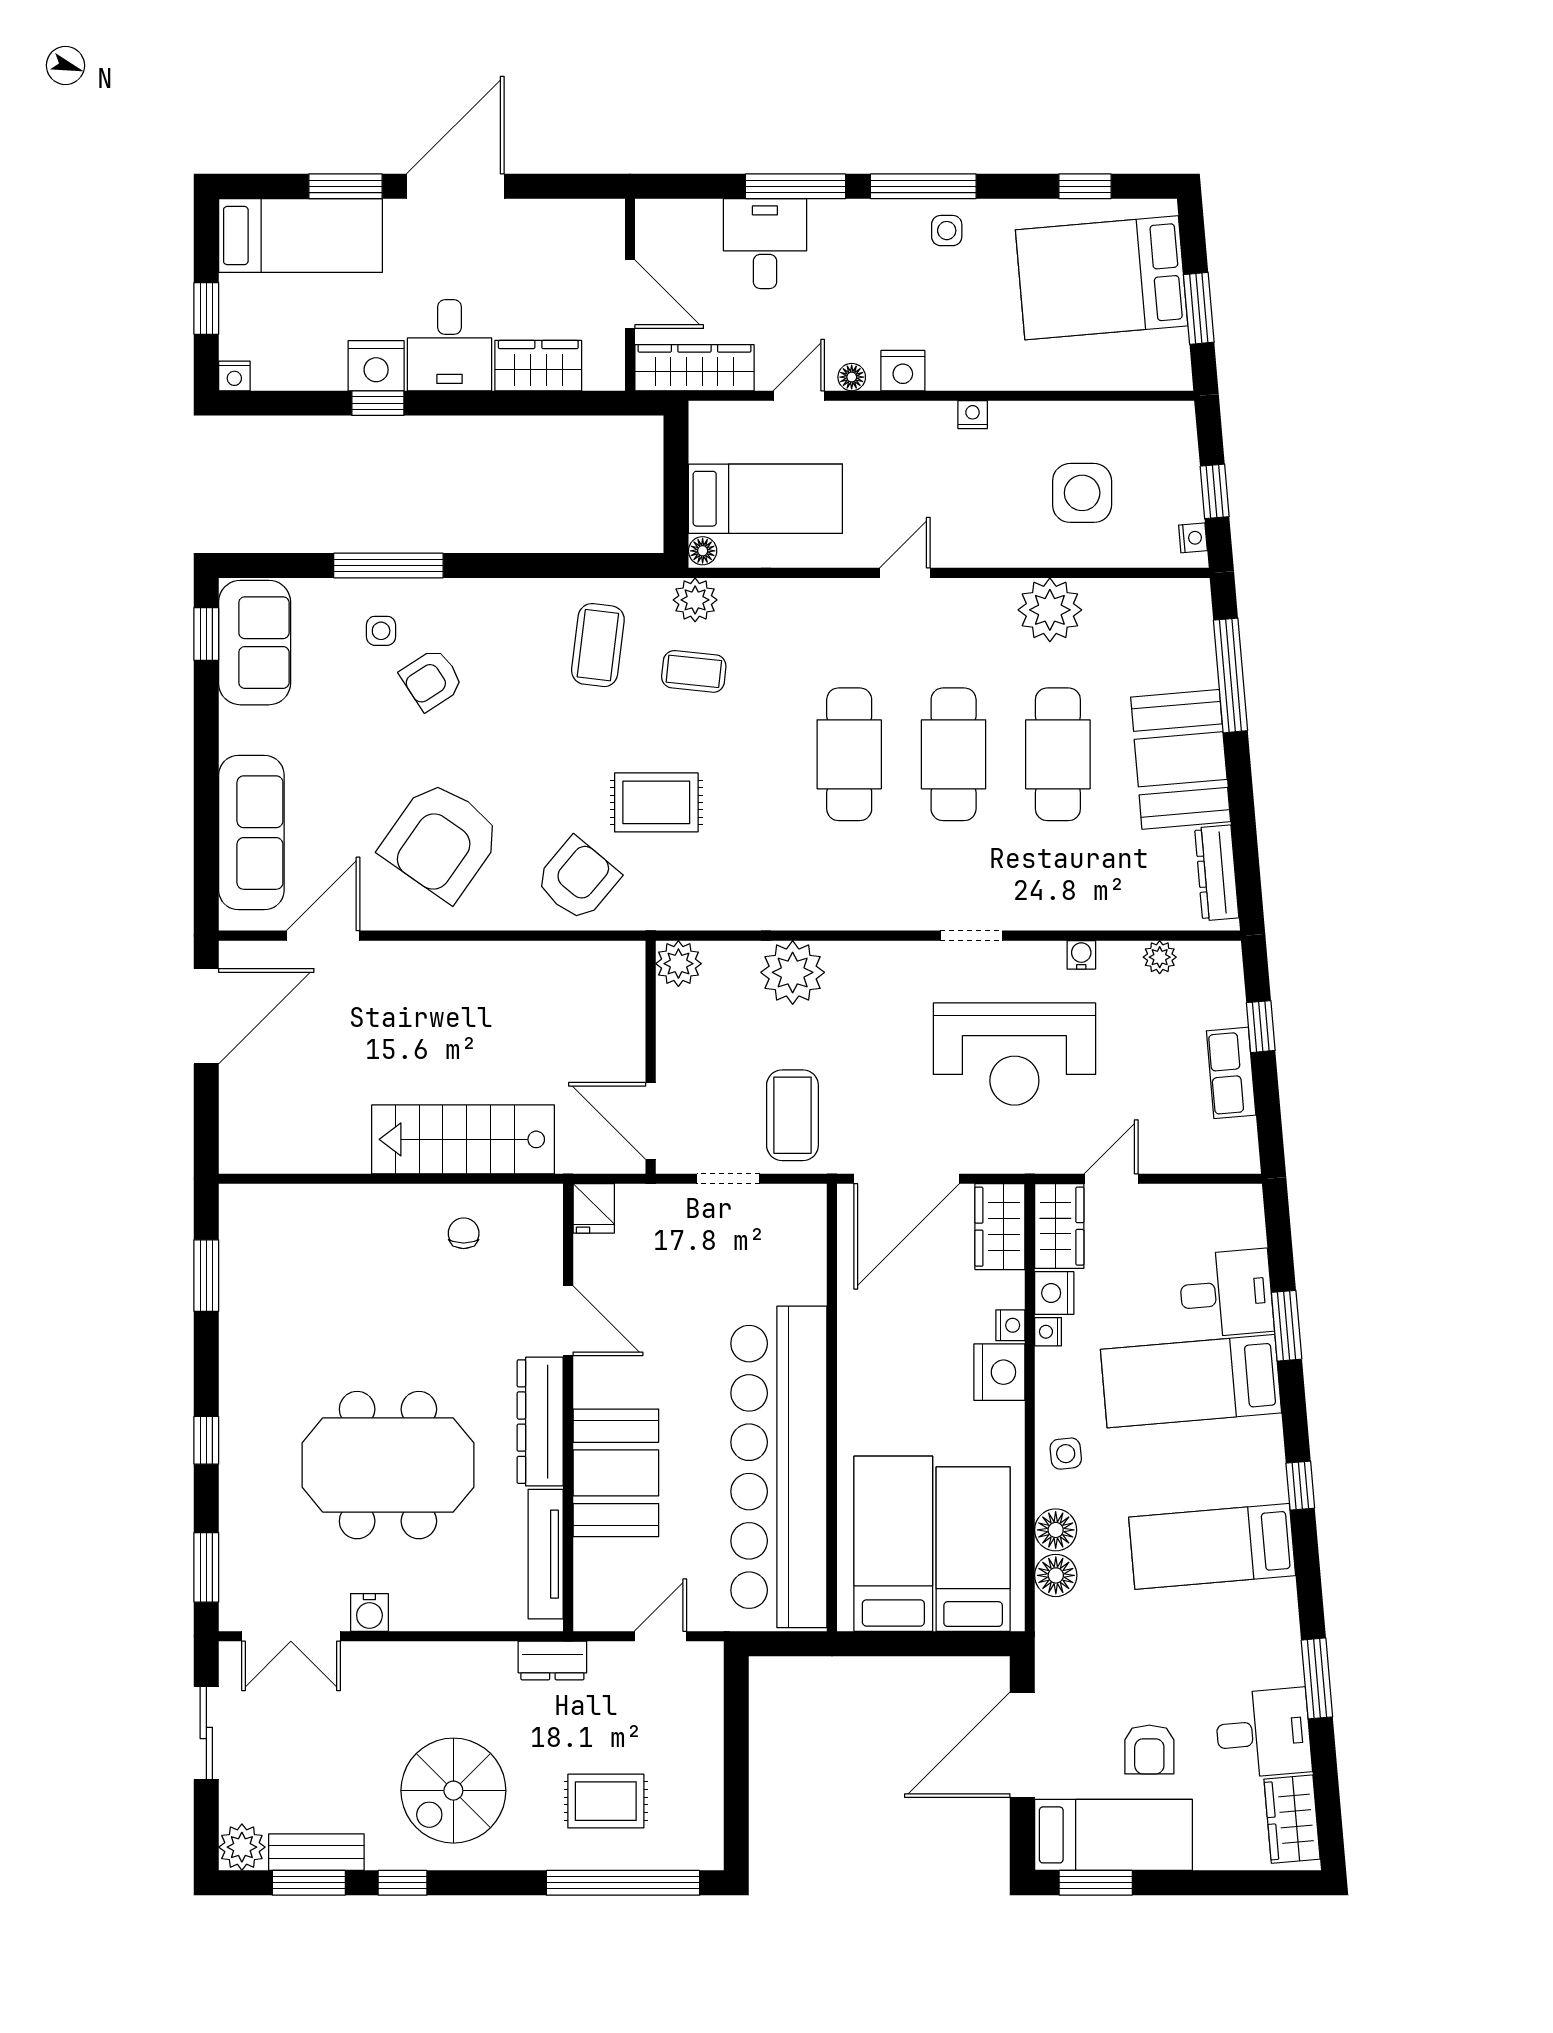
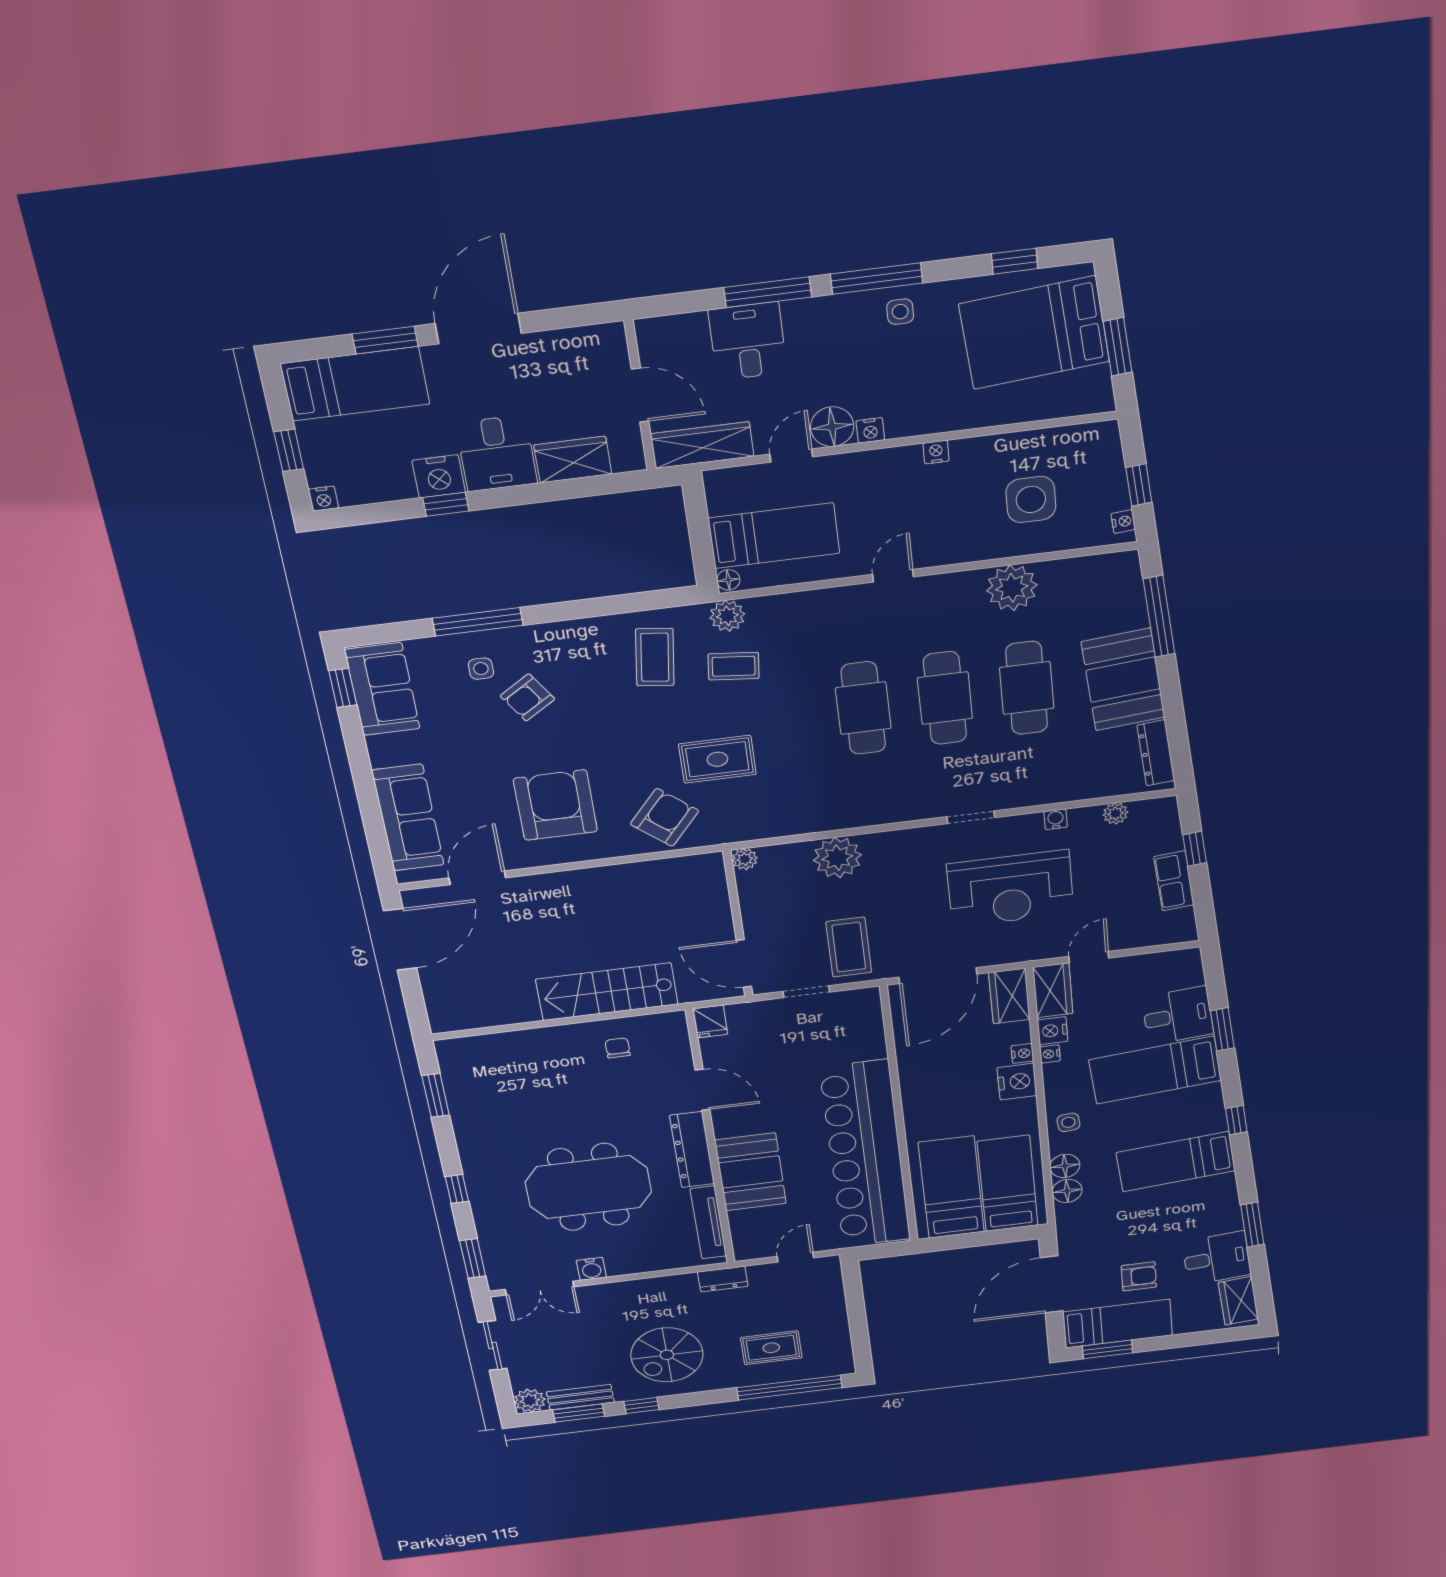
nightstand: (903, 371) -> (870, 430), width x0.72, depth x0.74
floor lamp: (852, 377) -> (832, 427), width x1.89, depth x1.89
armchair: (441, 841) -> (555, 805), turned 145
plant: (678, 964) -> (745, 859), width x0.73, depth x0.73
armchair: (1149, 1750) -> (1139, 1276), turned -90

